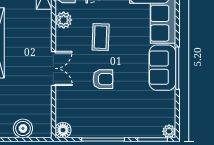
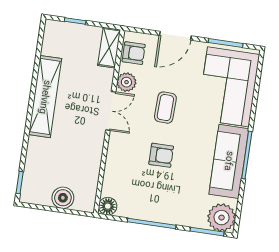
double door: (53, 68) -> (111, 111), moved
sofa: (162, 68) -> (229, 161), width x1.36
plant: (169, 131) -> (222, 218), width x1.87, depth x1.87

